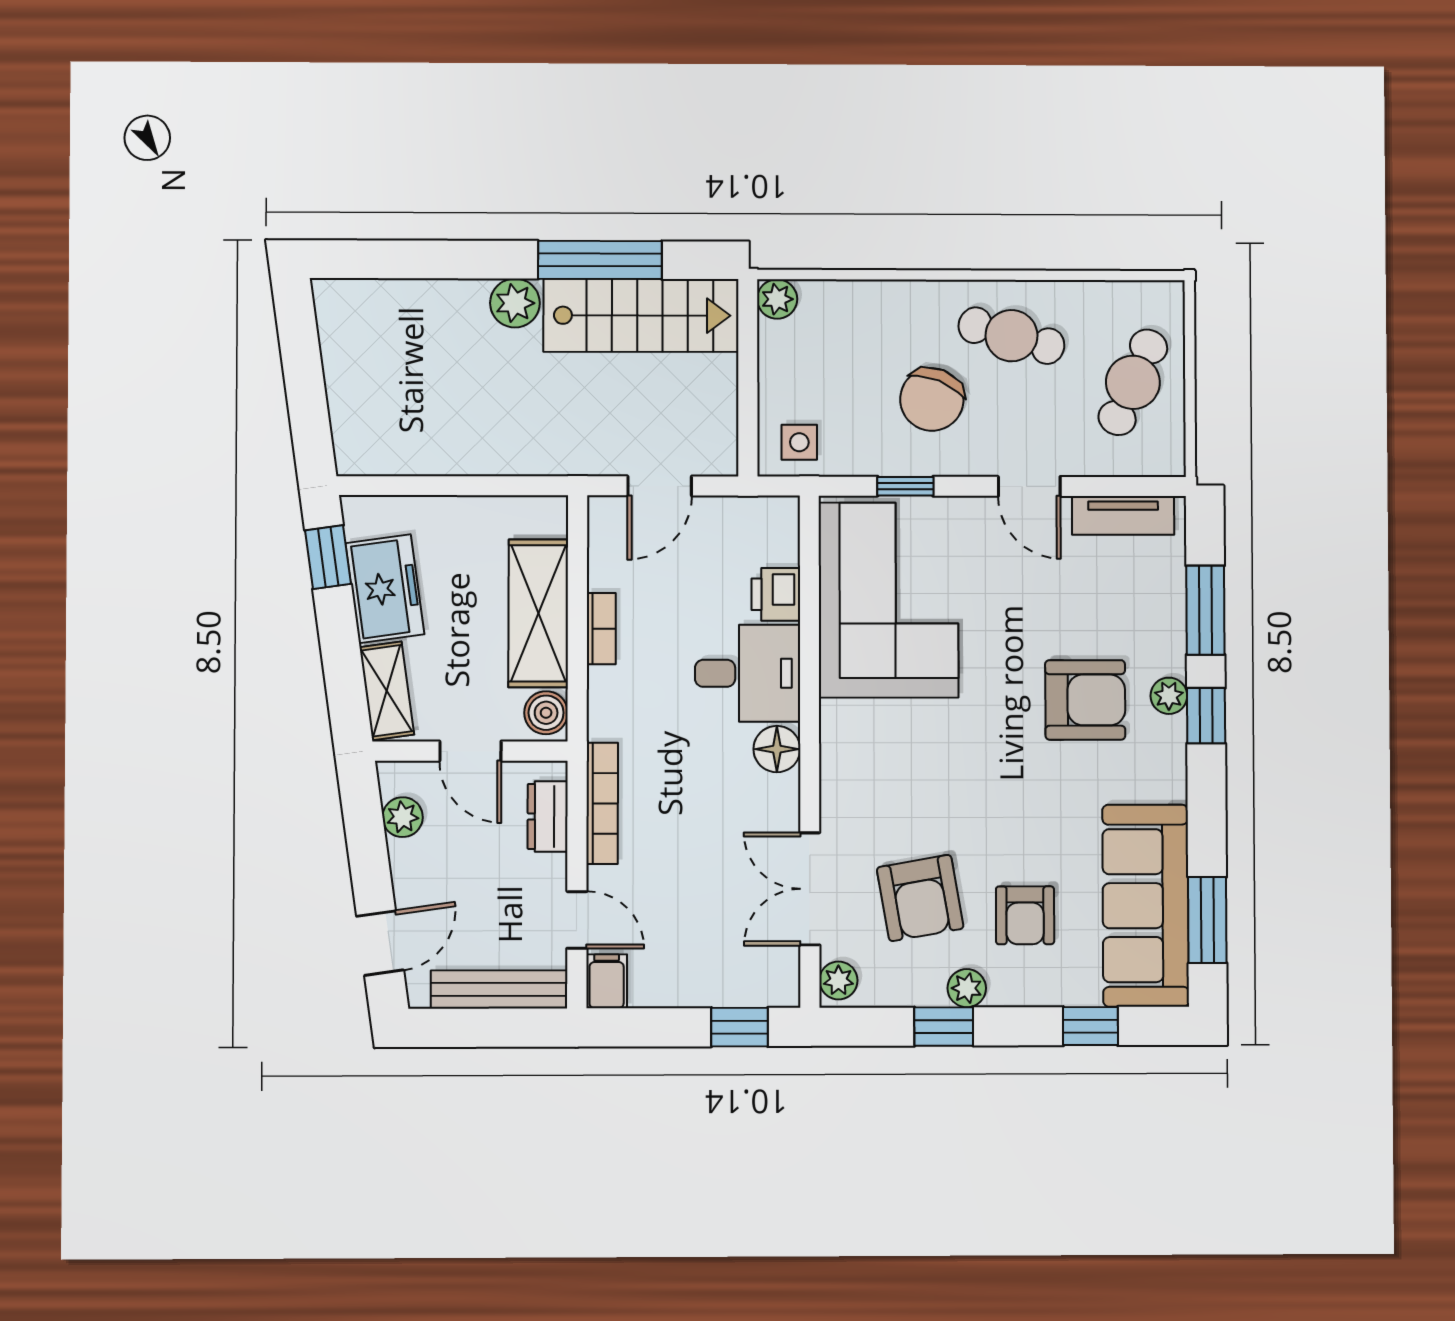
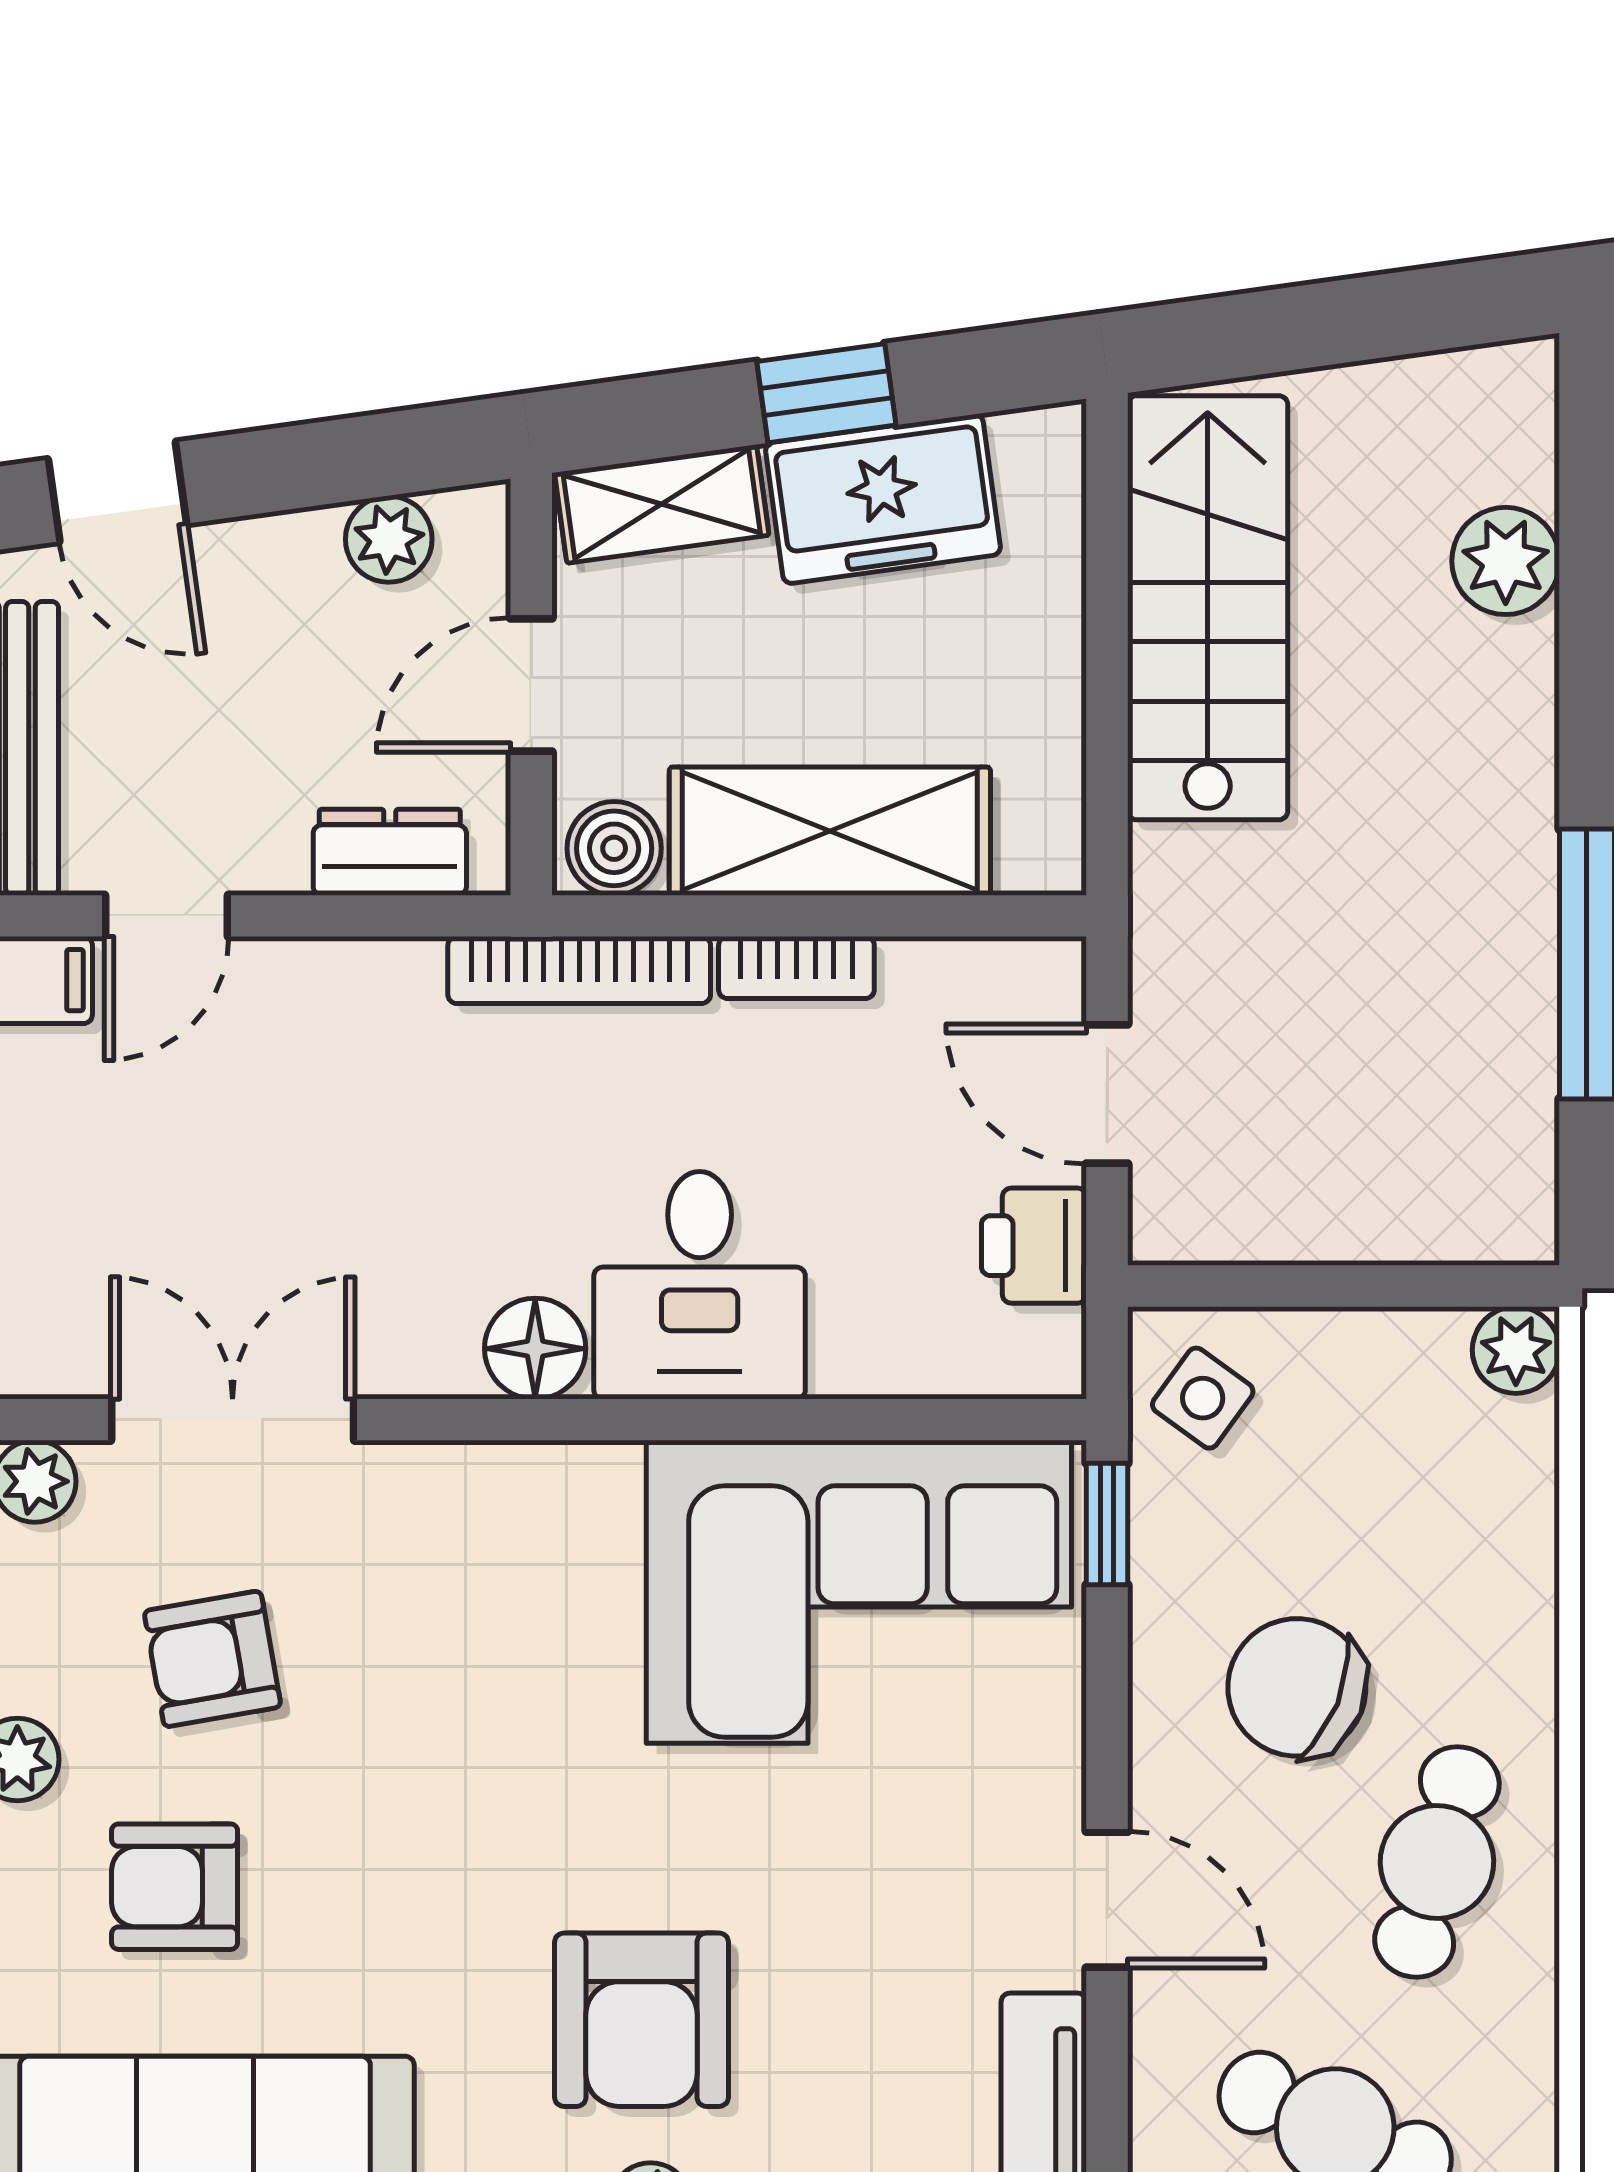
plant: (515, 303) -> (1506, 561), moved
stairs: (641, 315) -> (1208, 608), moved, turned 180
side table: (799, 442) -> (1203, 1398), turned 36
window: (905, 486) -> (1107, 1524), moved
door: (1029, 486) -> (1107, 1900), swing flipped
window: (328, 557) -> (826, 393), moved
printer: (776, 594) -> (1034, 1246), moved, turned -90
bookcase: (602, 803) -> (579, 970), moved
armchair: (920, 898) -> (212, 1659), width x0.72, depth x0.72

